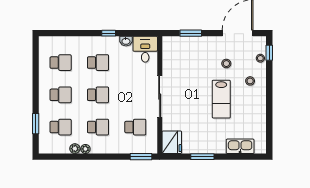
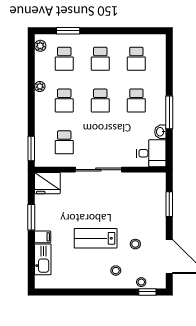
window: (109, 33) -> (169, 112), width x2.17
filing cabinet: (220, 146) -> (43, 237), added
plant: (75, 149) -> (40, 46), moved

